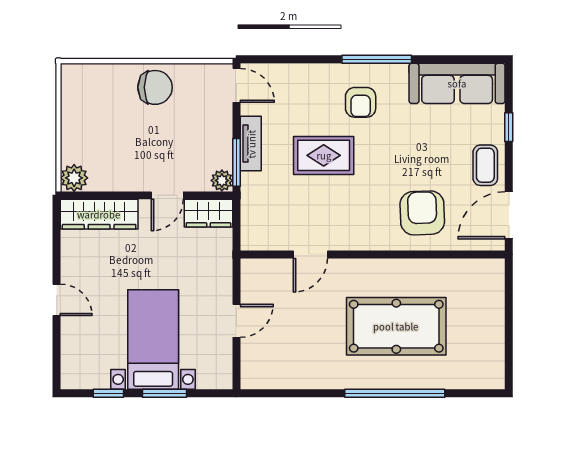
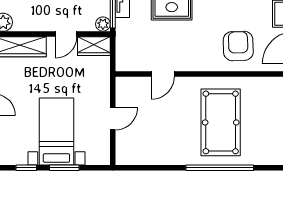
pool table: (396, 326) -> (221, 122), turned 90

